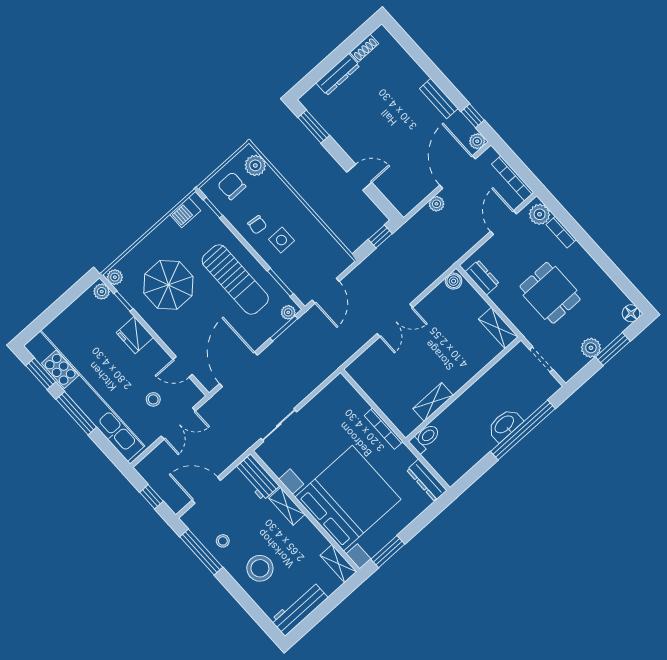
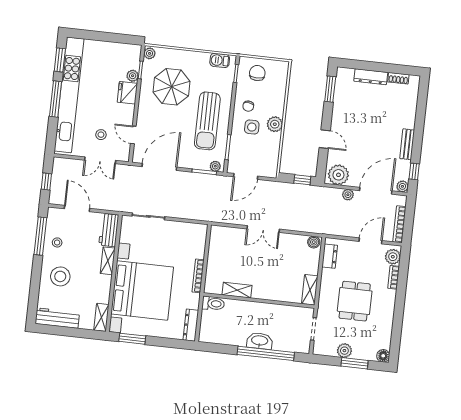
plant: (255, 165) -> (275, 124), moved
plant: (408, 195) -> (338, 175), added
plant: (102, 292) -> (133, 76), moved

